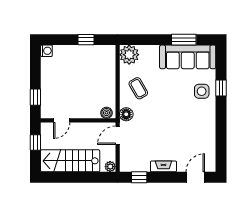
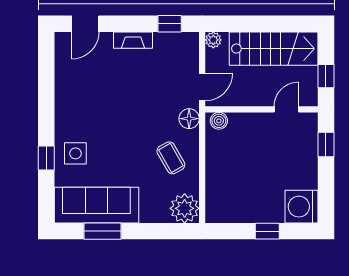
window: (86, 40) -> (267, 231), moved
washing machine: (46, 51) -> (301, 207), width x1.89, depth x1.89

